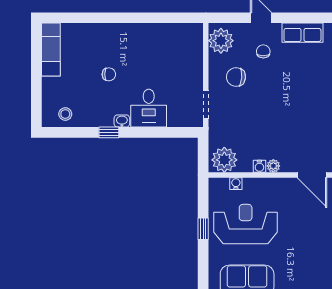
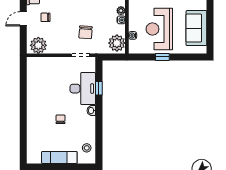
exam couch: (51, 50) -> (59, 157), moved
chair: (236, 77) -> (86, 32), moved
desk: (149, 108) -> (83, 89), width x1.37
window: (109, 132) -> (99, 88), moved

